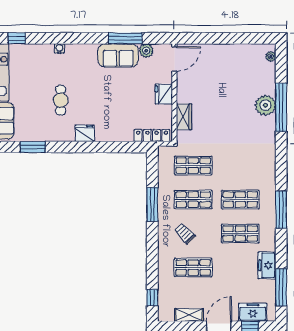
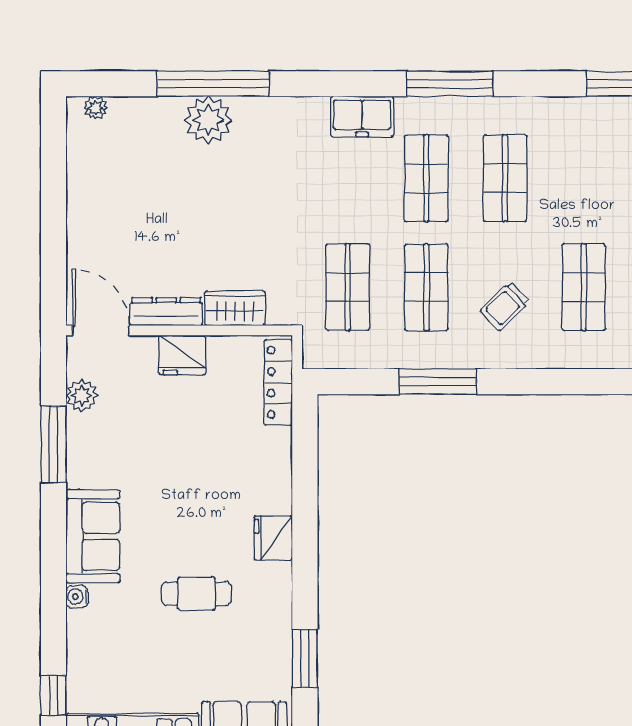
sofa: (118, 55) -> (93, 536), moved
dresser: (183, 87) -> (166, 312), added
freezer: (267, 265) -> (362, 116), moved

